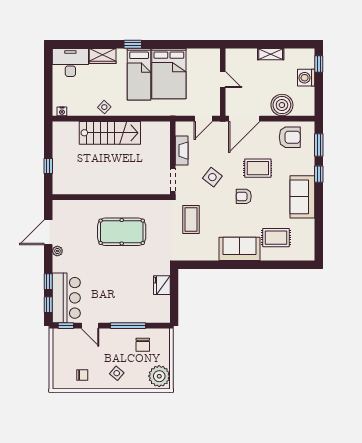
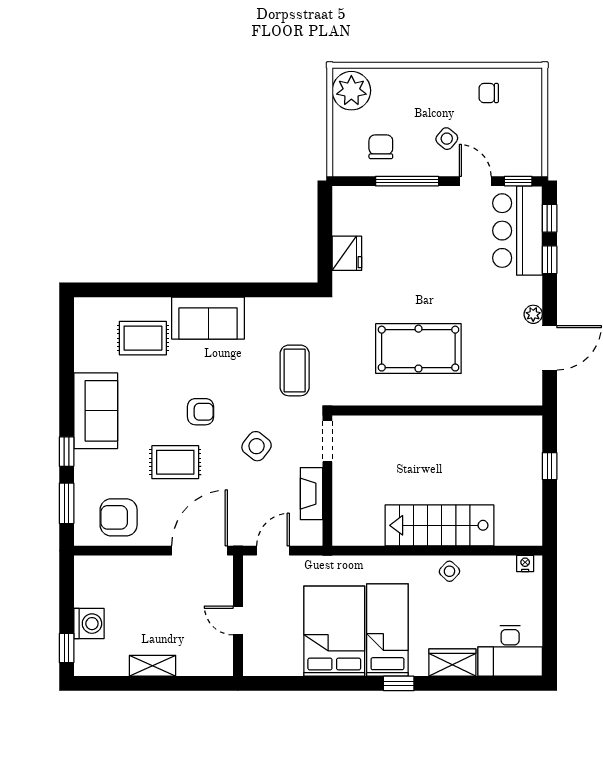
boiler: (282, 105) -> (132, 575), removed
side table: (117, 373) -> (447, 139), moved

